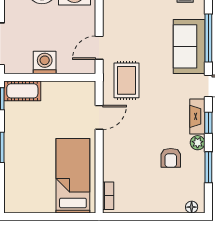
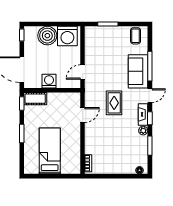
rug: (126, 80) -> (114, 103), moved
armchair: (171, 158) -> (127, 140), removed
bed: (73, 176) -> (50, 151), moved

